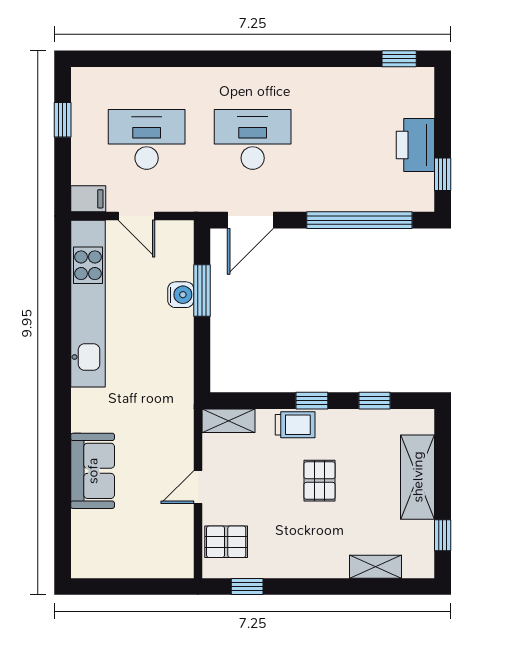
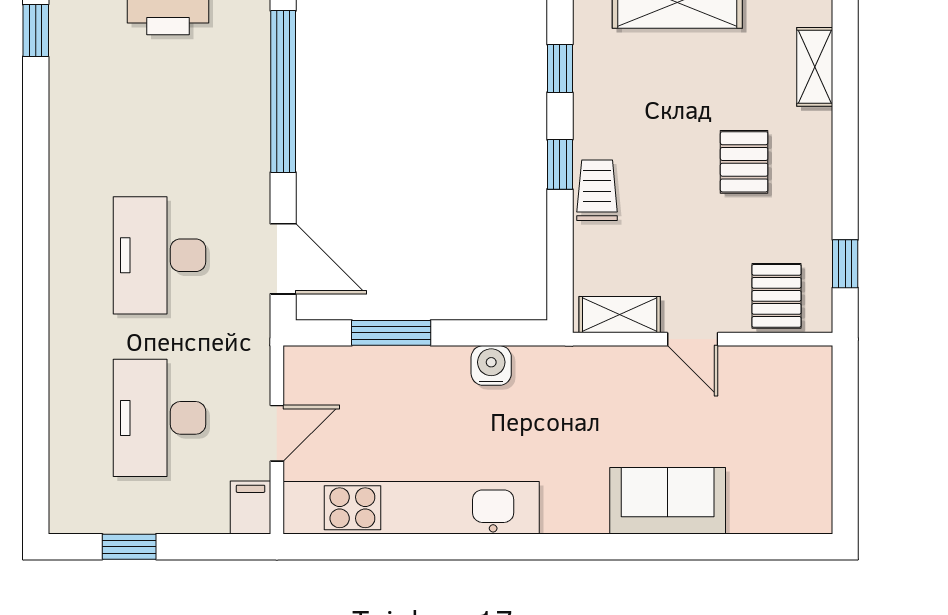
water cooler: (181, 295) -> (491, 365), moved
shelving: (228, 421) -> (620, 315), moved, turned 90
pallet: (320, 481) -> (744, 162), moved, turned 90

